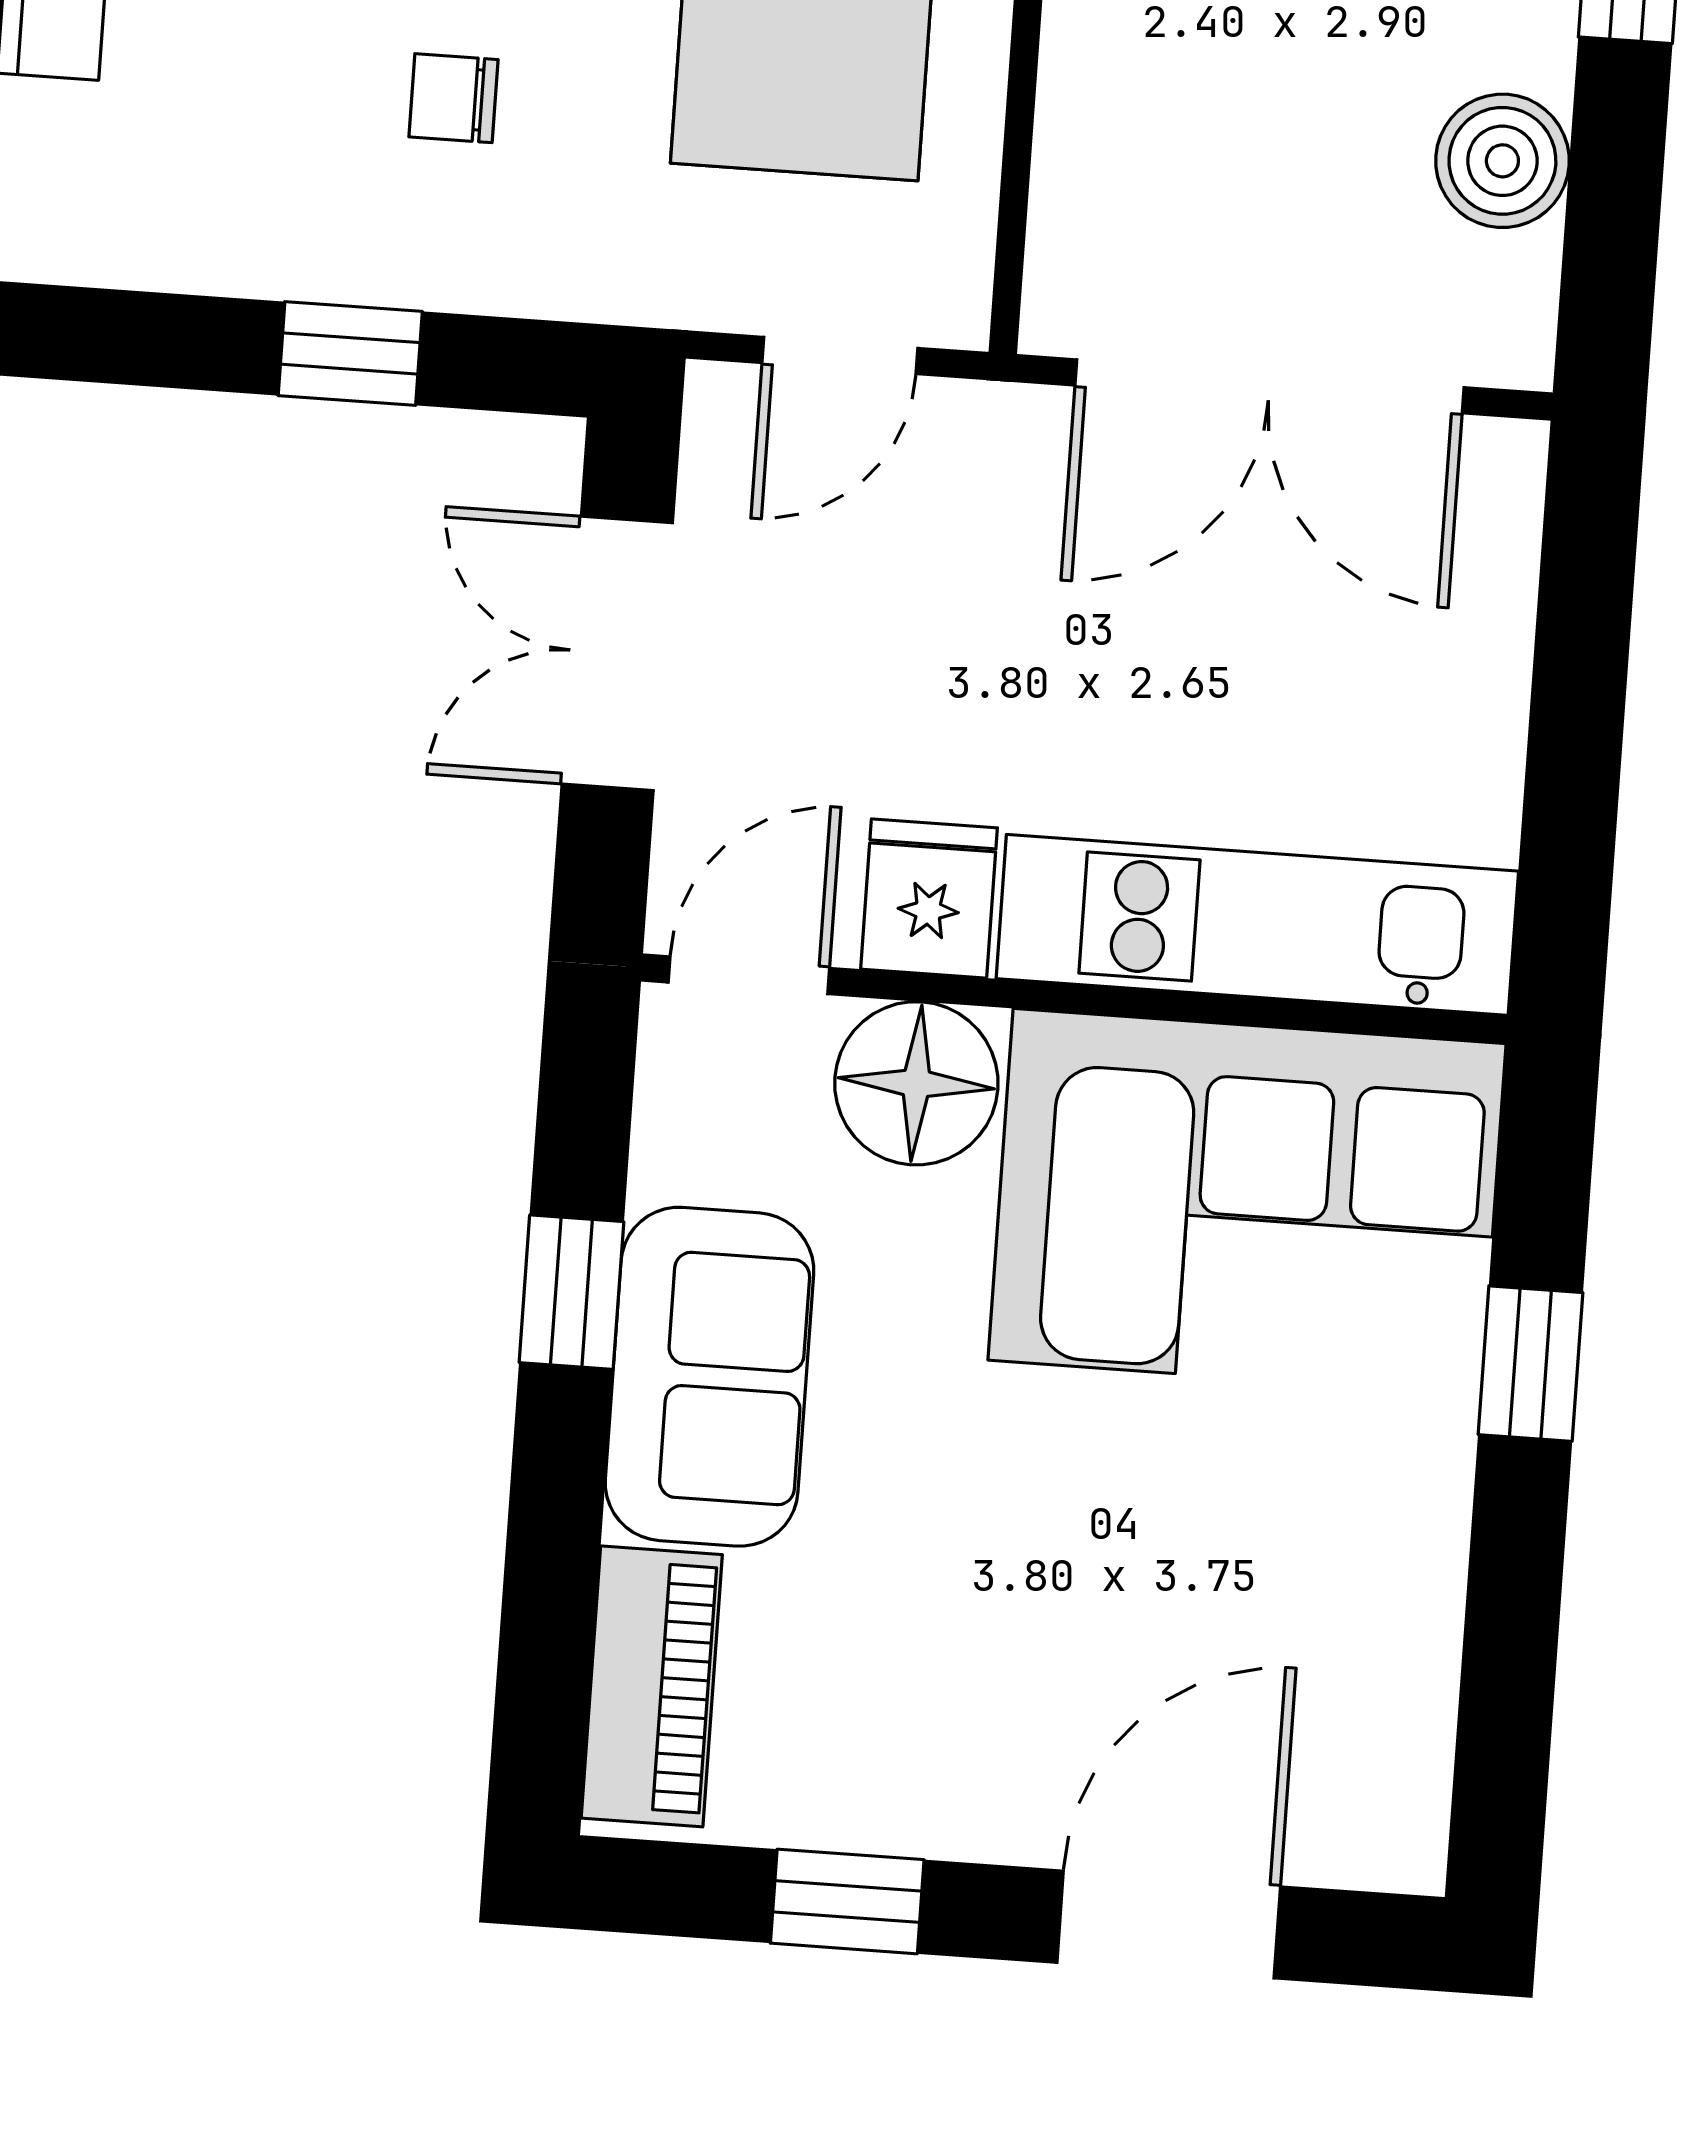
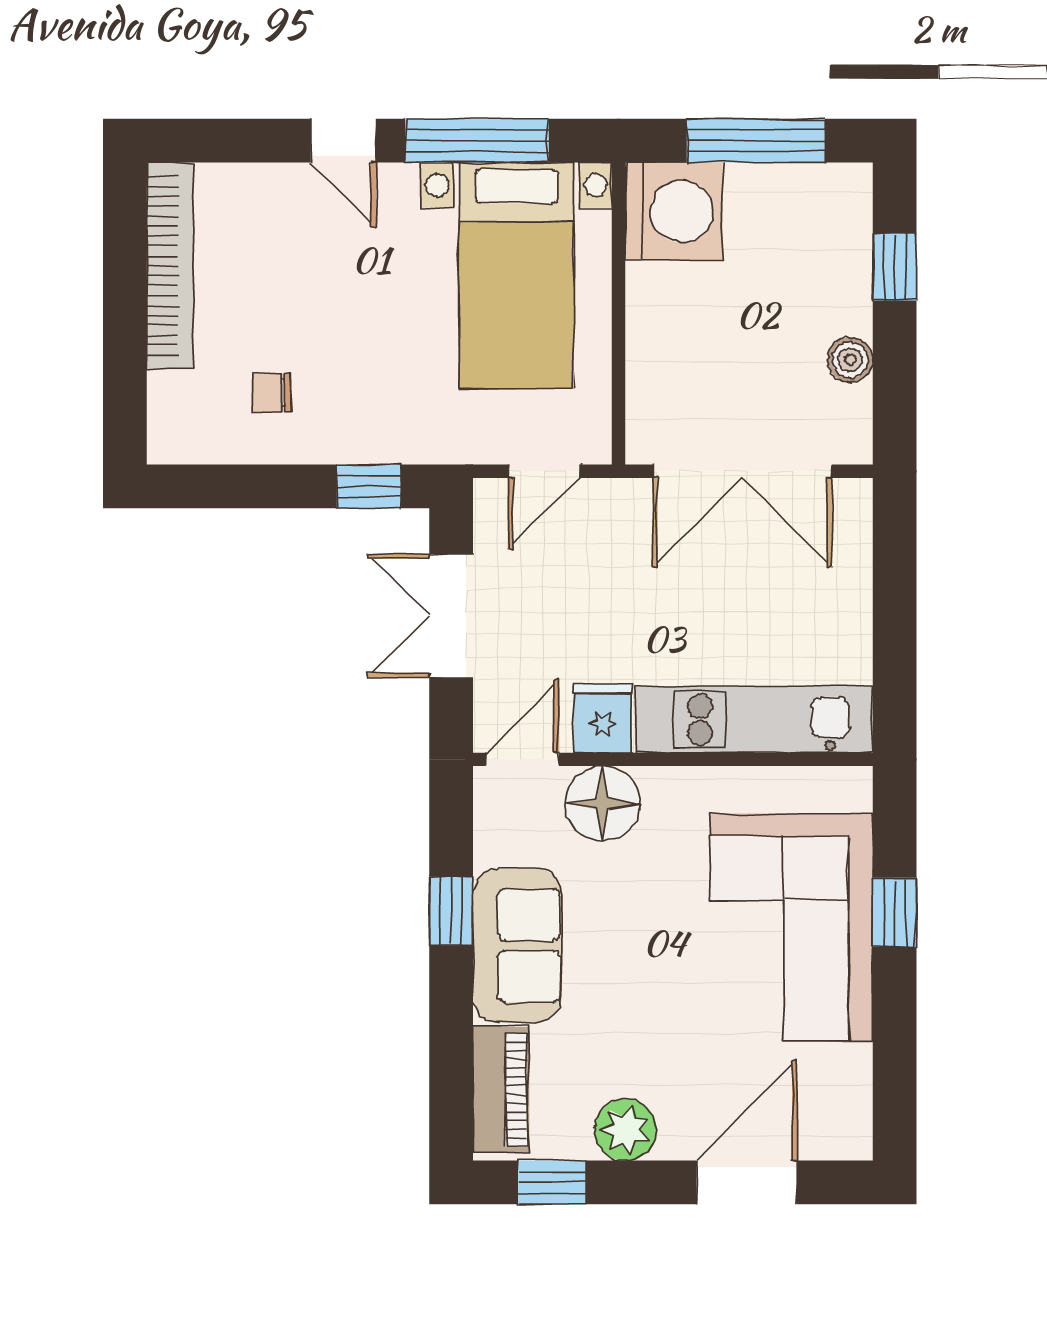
chair: (453, 98) -> (272, 393), moved
boiler: (1502, 161) -> (850, 360), width x0.73, depth x0.73
window: (350, 353) -> (369, 486), moved
corner sofa: (1247, 1202) -> (792, 927), moved, turned 90
plant: (915, 1792) -> (625, 1130), added
window: (847, 1901) -> (552, 1182), moved

